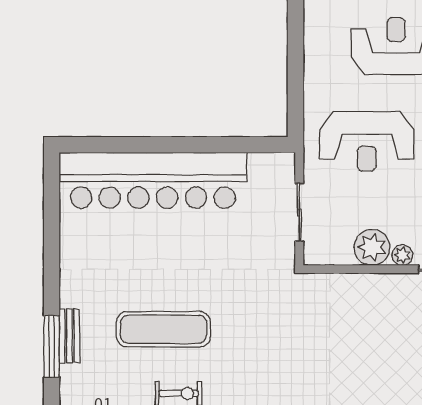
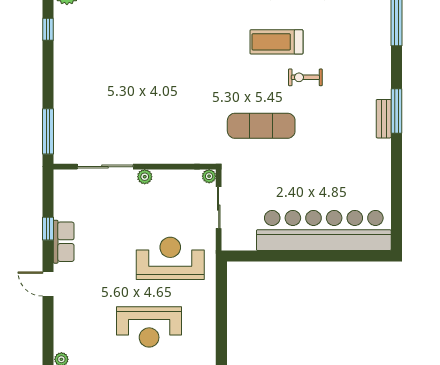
plant: (372, 247) -> (209, 176), moved, width x0.53, depth x0.53
exercise mat: (163, 329) -> (261, 126), moved

